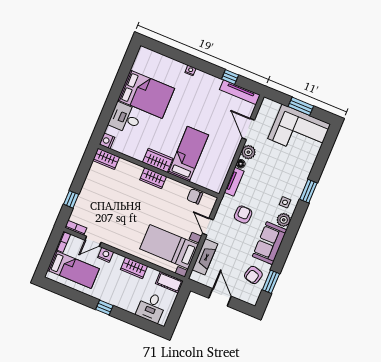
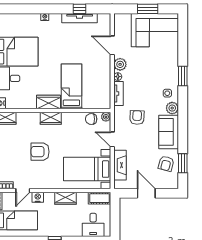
tv unit: (240, 92) -> (80, 18), moved
plant: (211, 200) -> (106, 117), added
armchair: (128, 208) -> (40, 152), added

